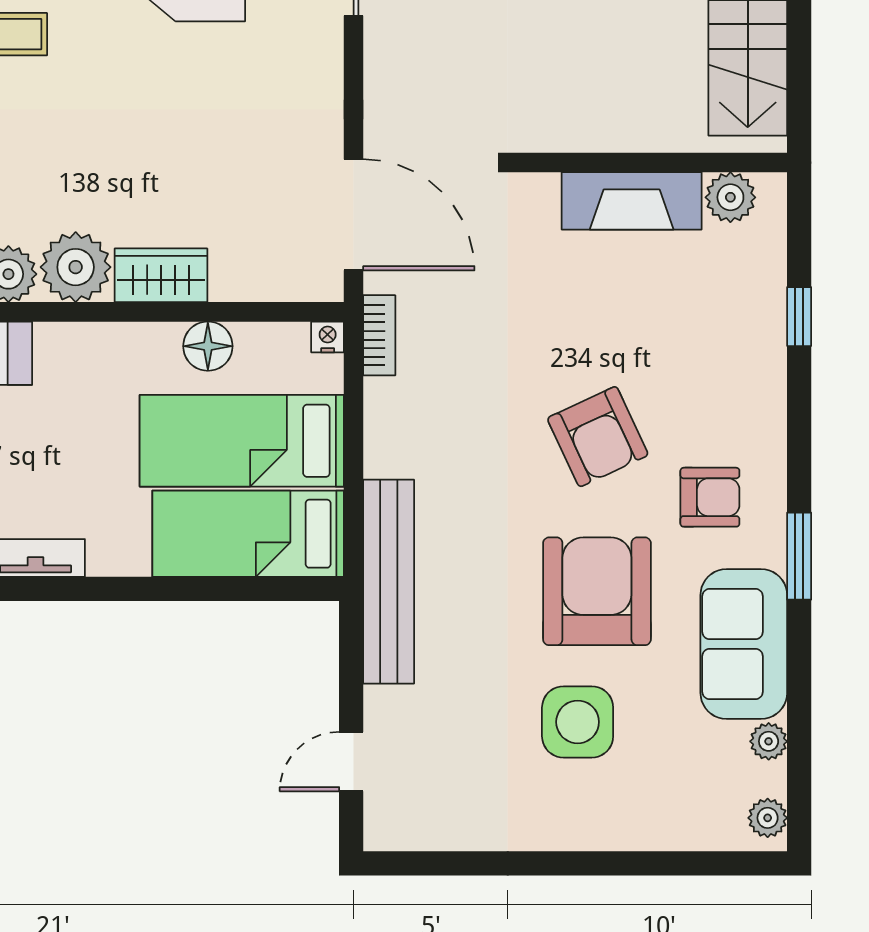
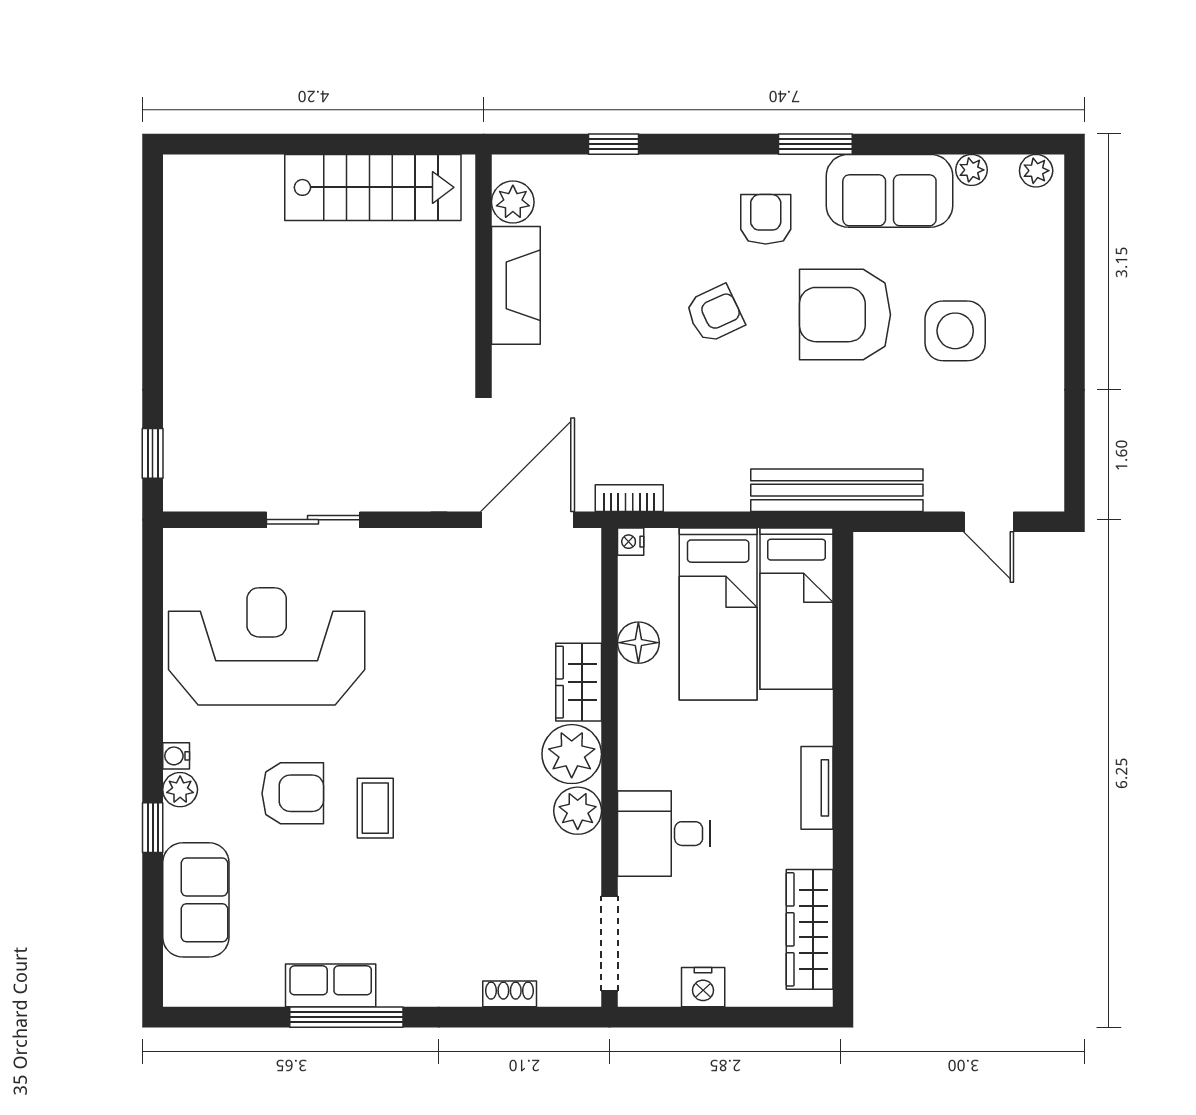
armchair: (598, 437) -> (715, 314), width x0.72, depth x0.72

